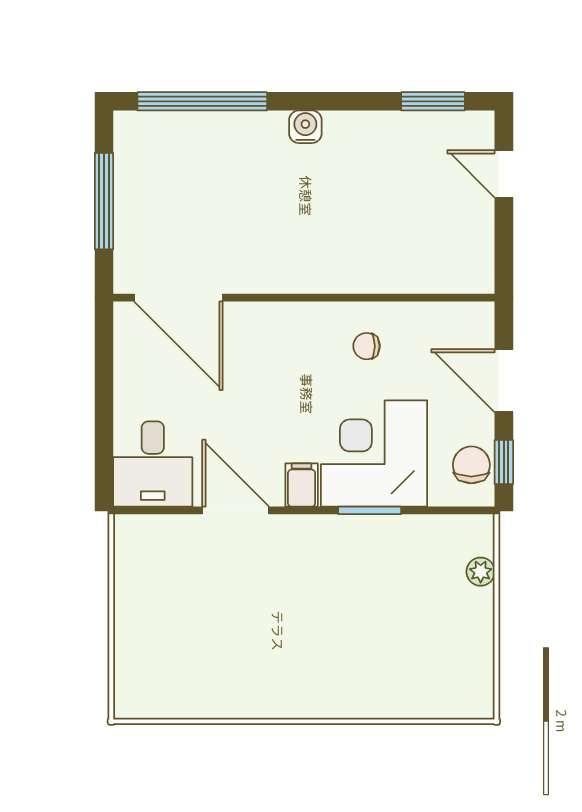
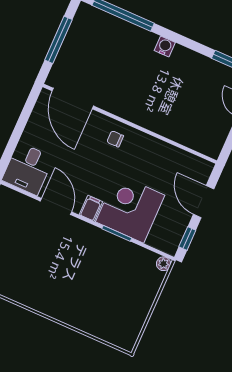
chair: (367, 346) -> (115, 139), moved
chair: (471, 465) -> (172, 233), removed
plant: (481, 572) -> (163, 264), moved

